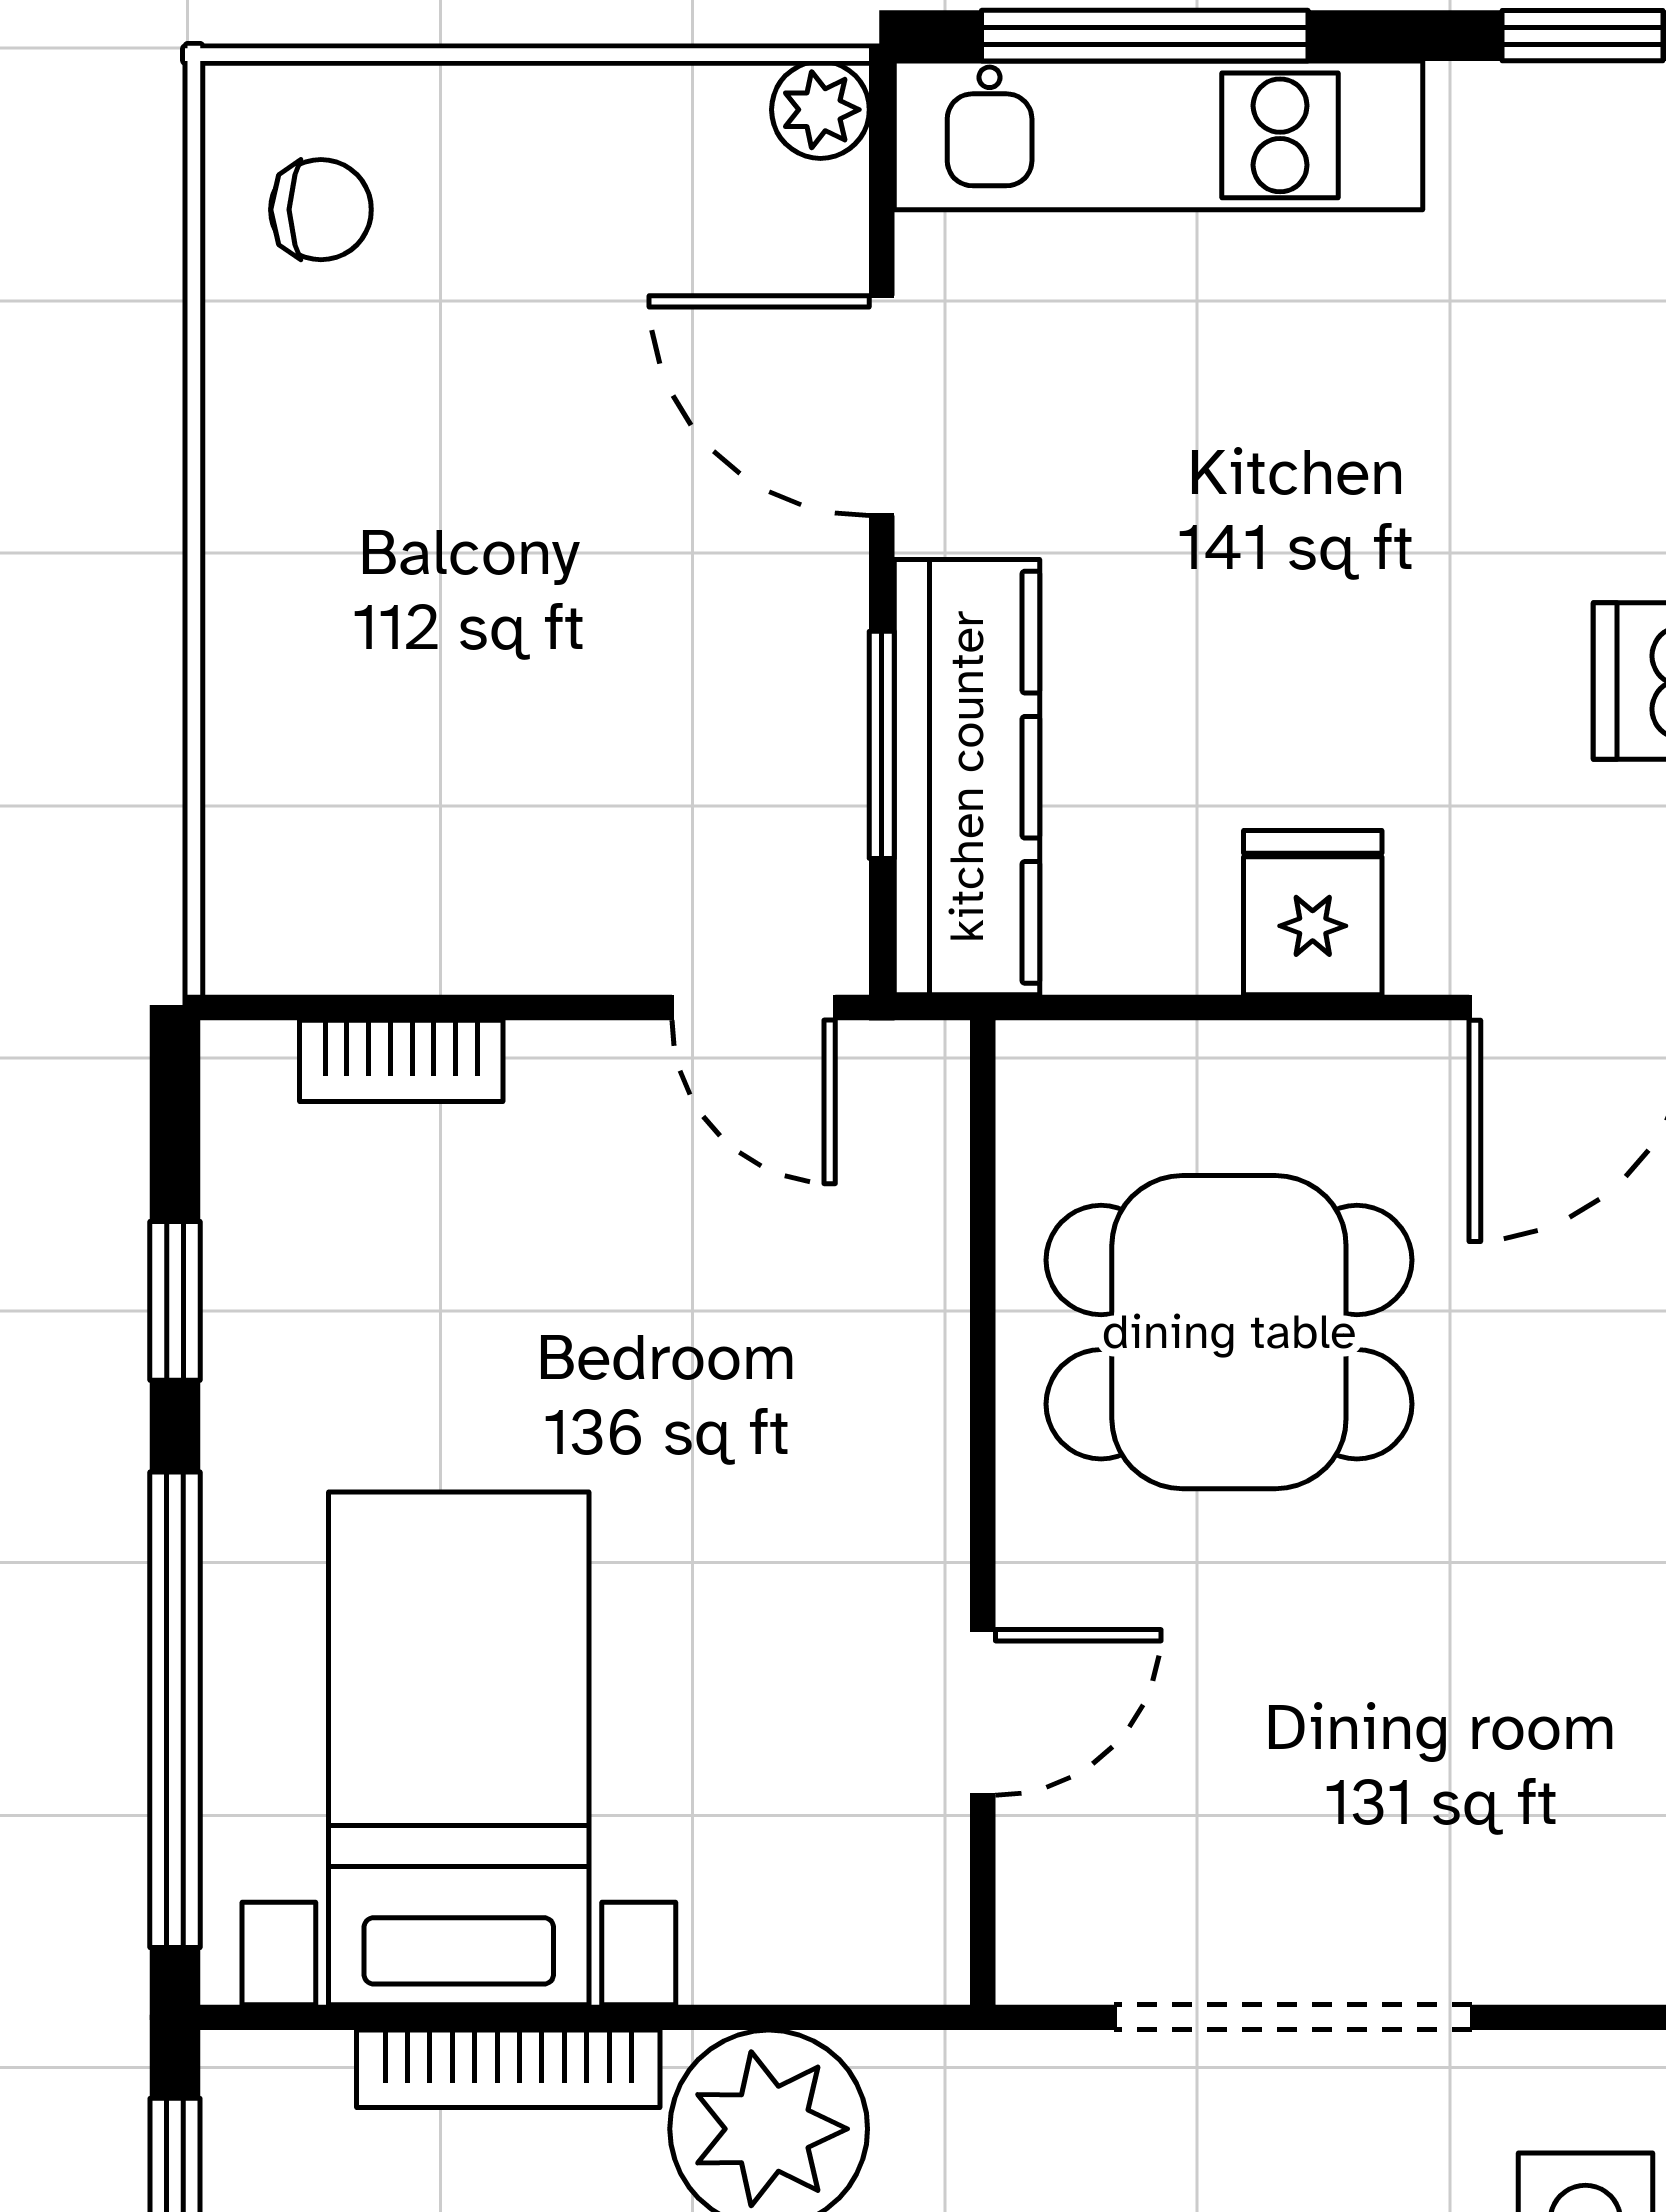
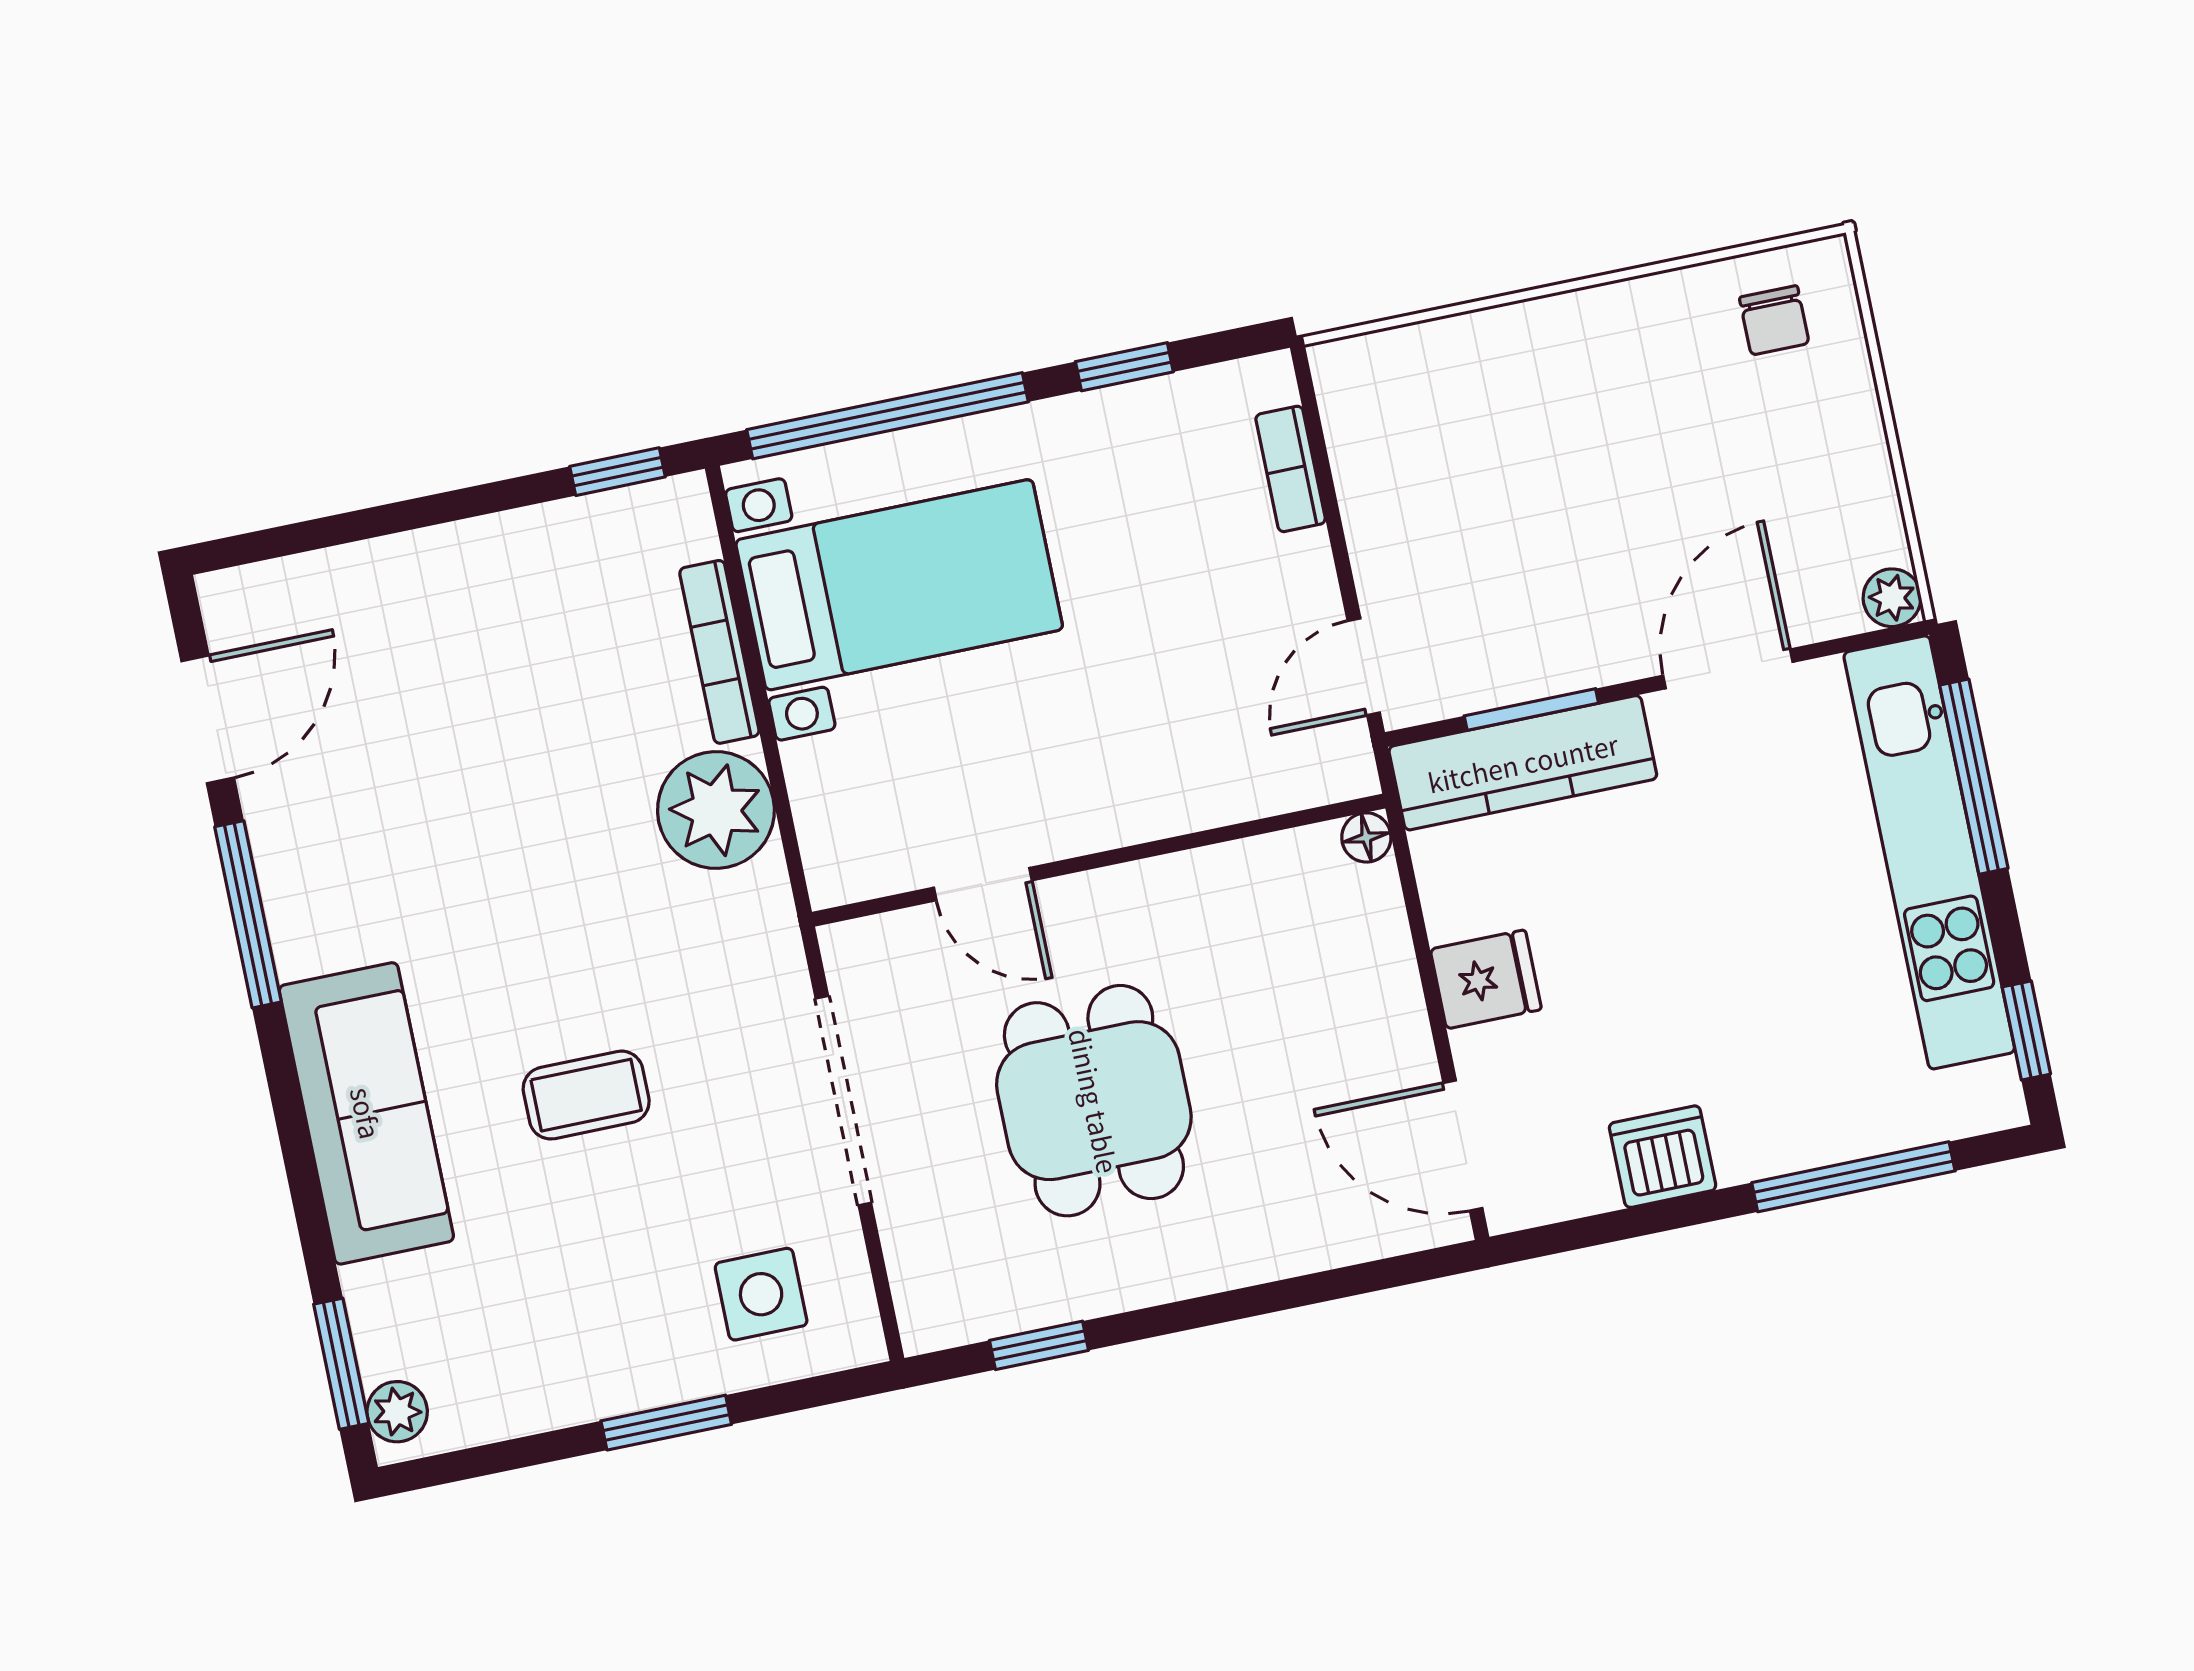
kitchen unit: (1159, 135) -> (1929, 852), width x1.36
floor lamp: (1037, 1062) -> (1366, 837), added
dining table: (1229, 1332) -> (1094, 1101), moved

